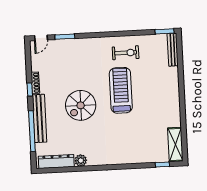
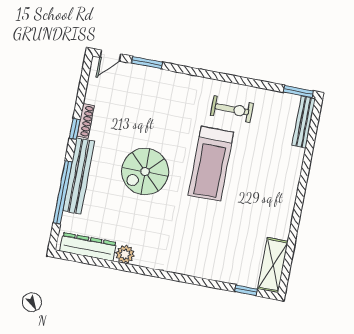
treadmill: (121, 90) -> (211, 164), turned 180

